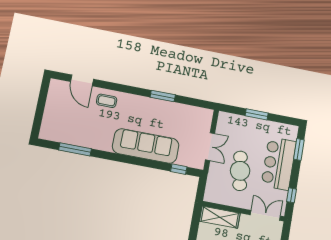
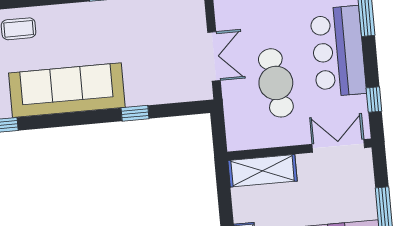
sofa: (146, 146) -> (67, 90), moved
window: (179, 169) -> (135, 113), moved

